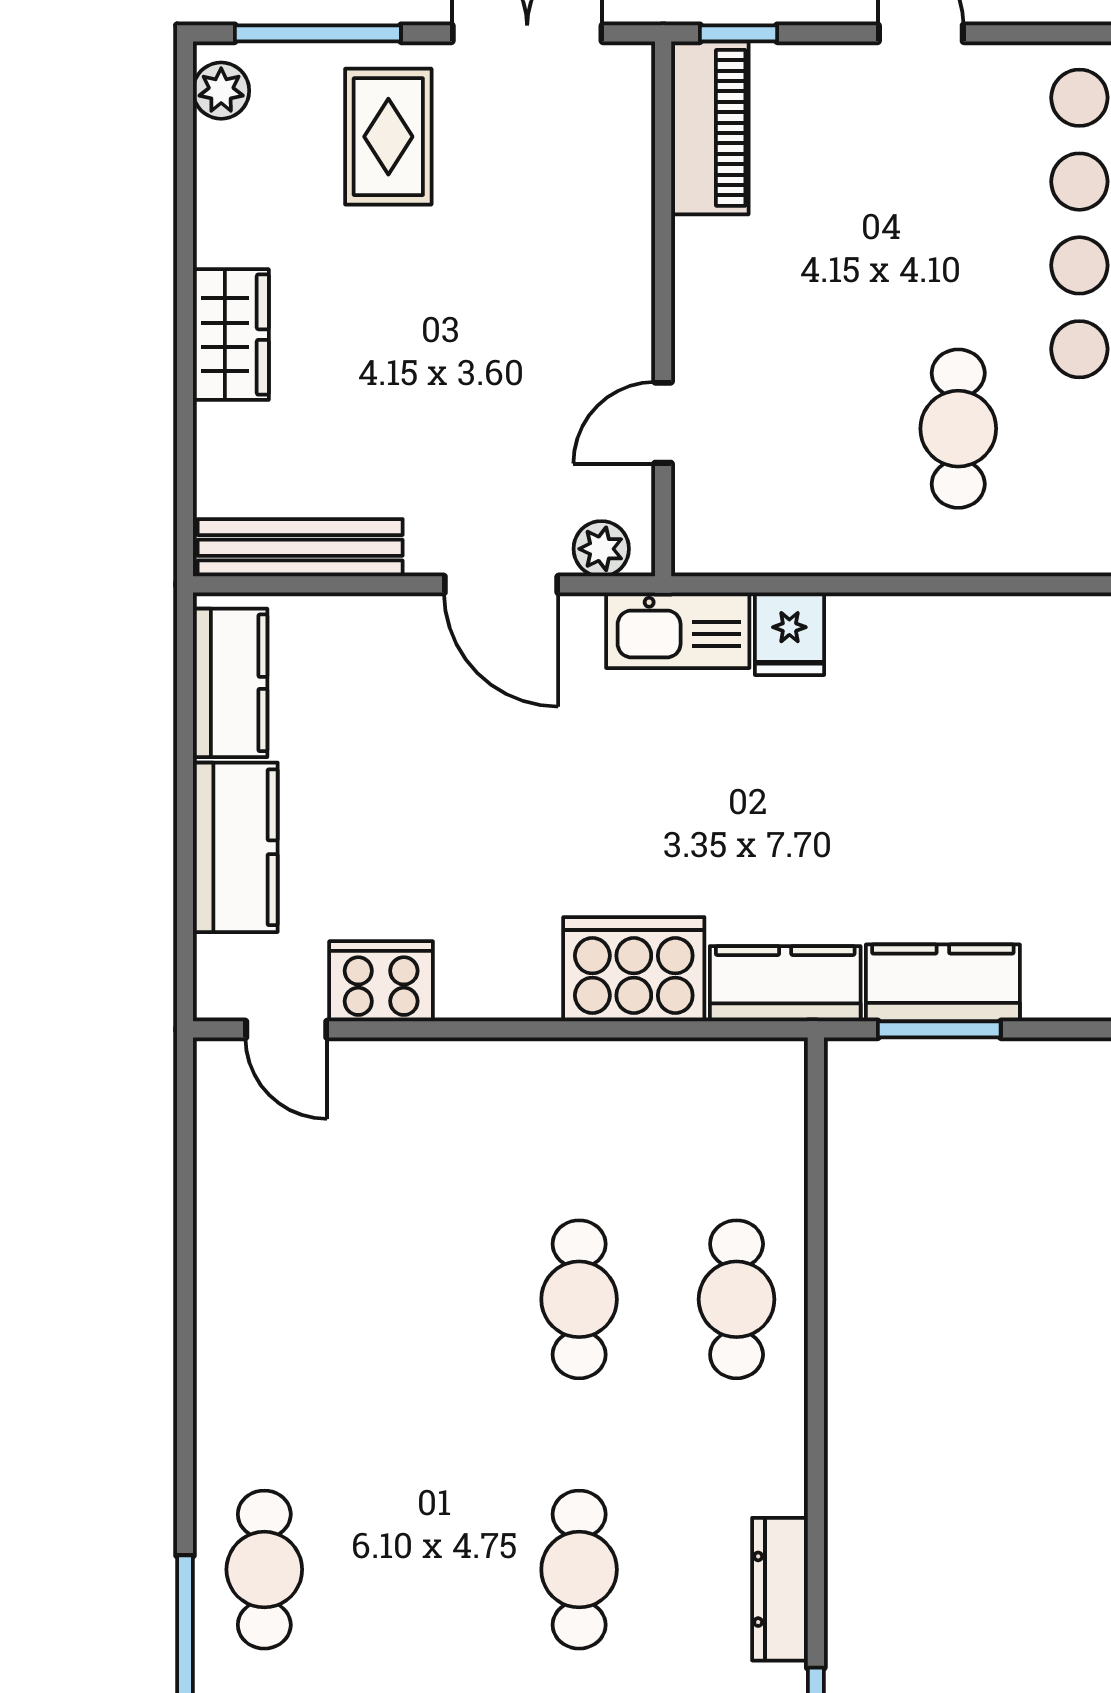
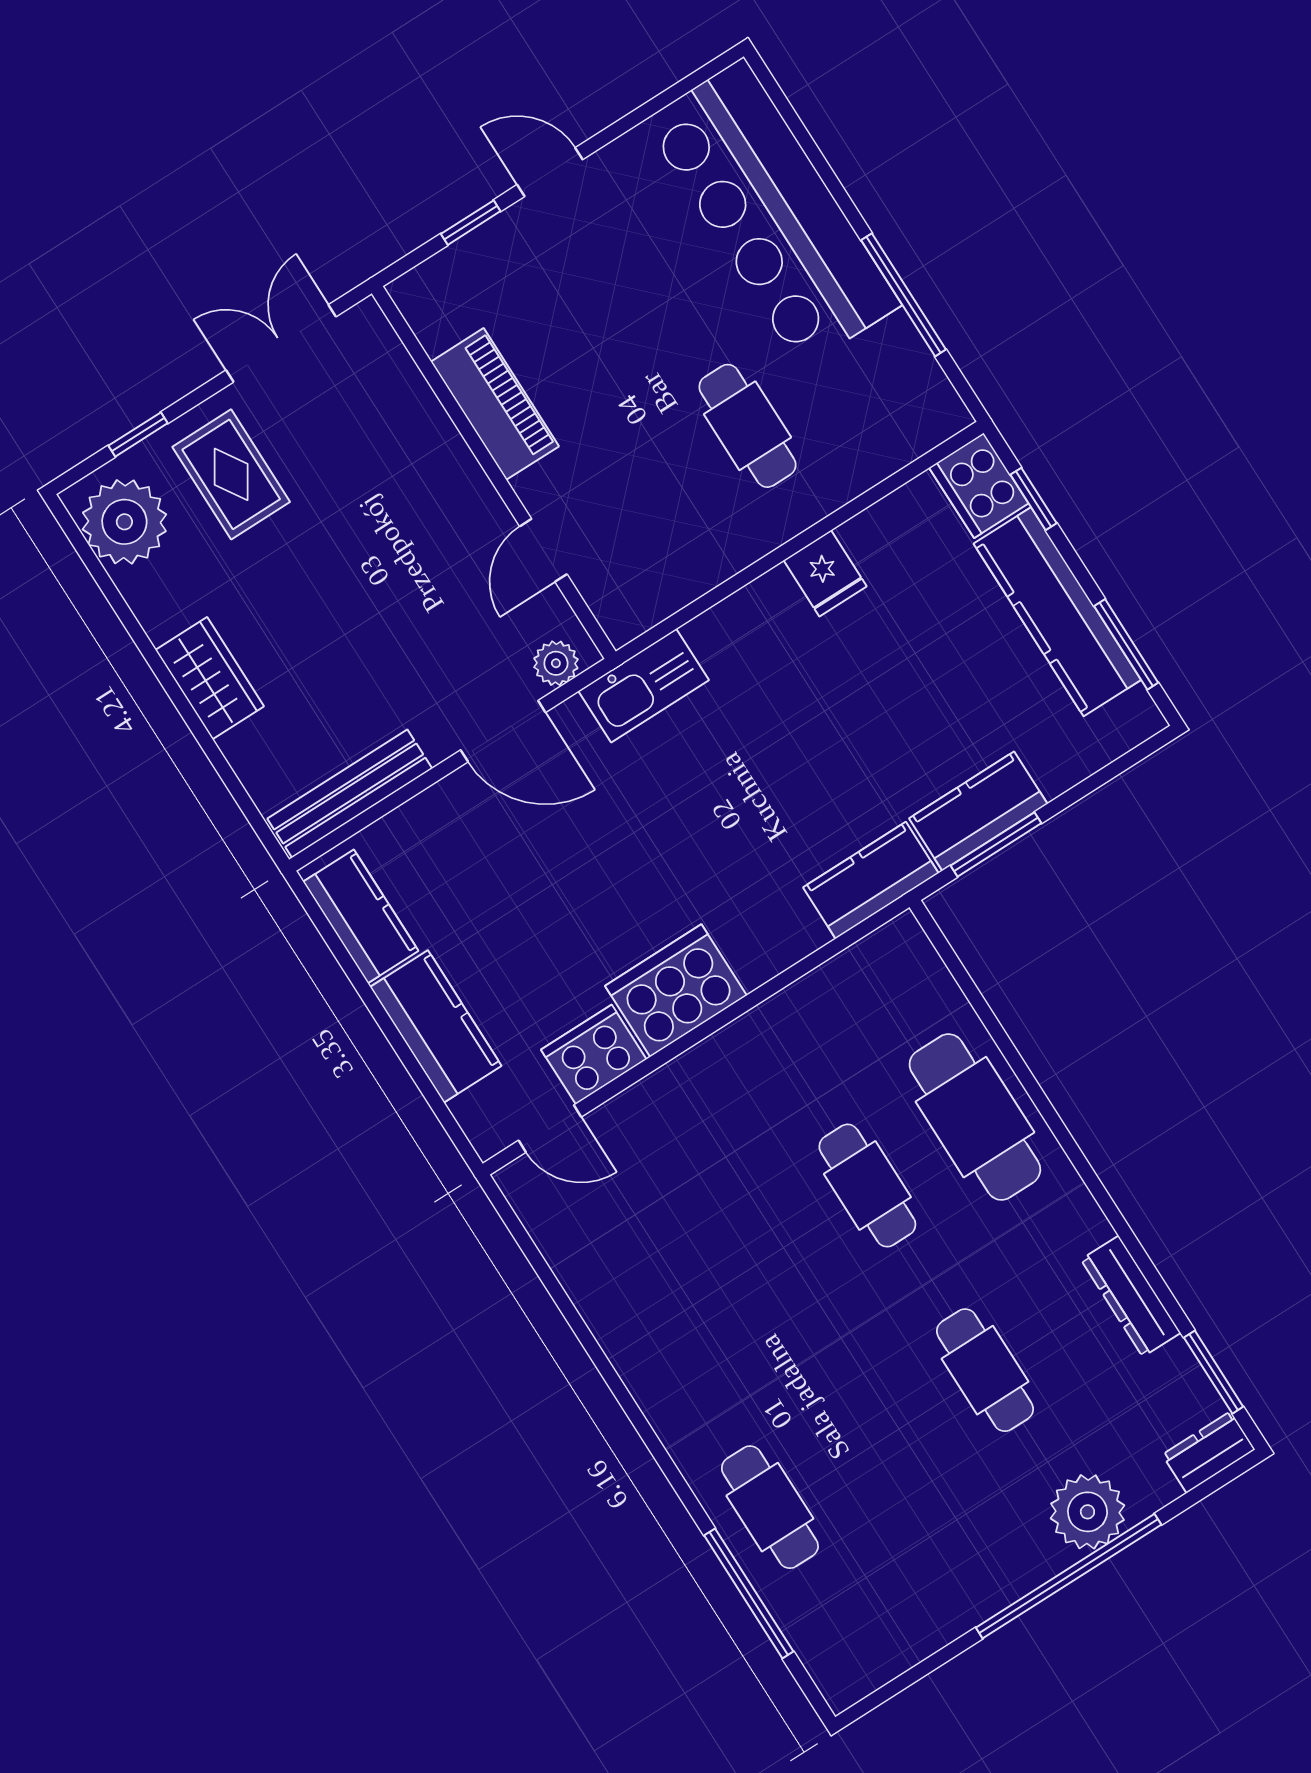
window: (318, 33) -> (138, 434), width x0.46
window: (738, 33) -> (471, 223), moved
plant: (221, 91) -> (124, 522), width x1.88, depth x1.88
piano: (710, 128) -> (495, 404), moved
fridge: (789, 634) -> (825, 573), moved
cooker: (634, 969) -> (676, 991), moved
cafe table: (737, 1299) -> (975, 1117), width x1.37, depth x1.35

